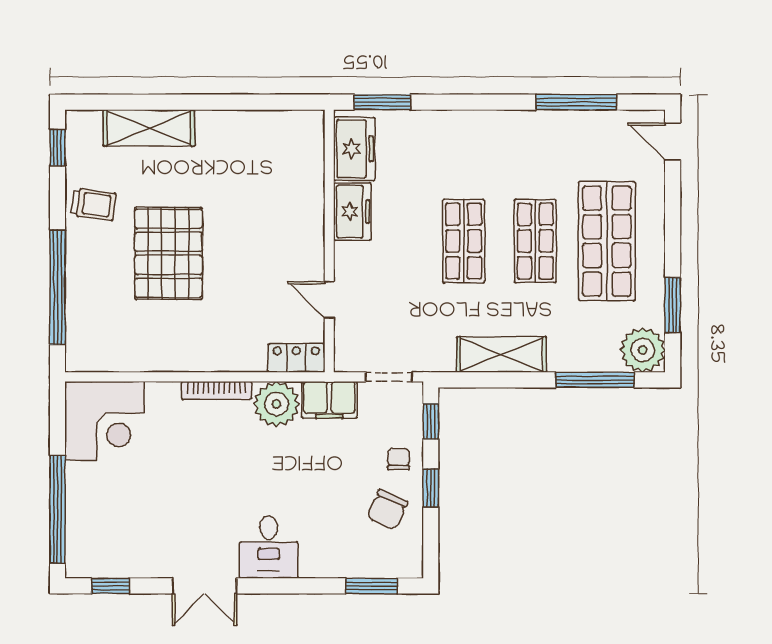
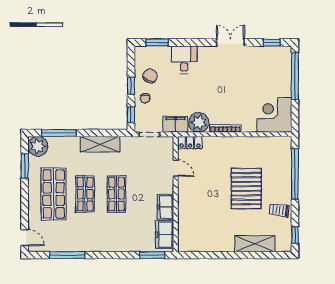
desk: (269, 547) -> (184, 60), moved

